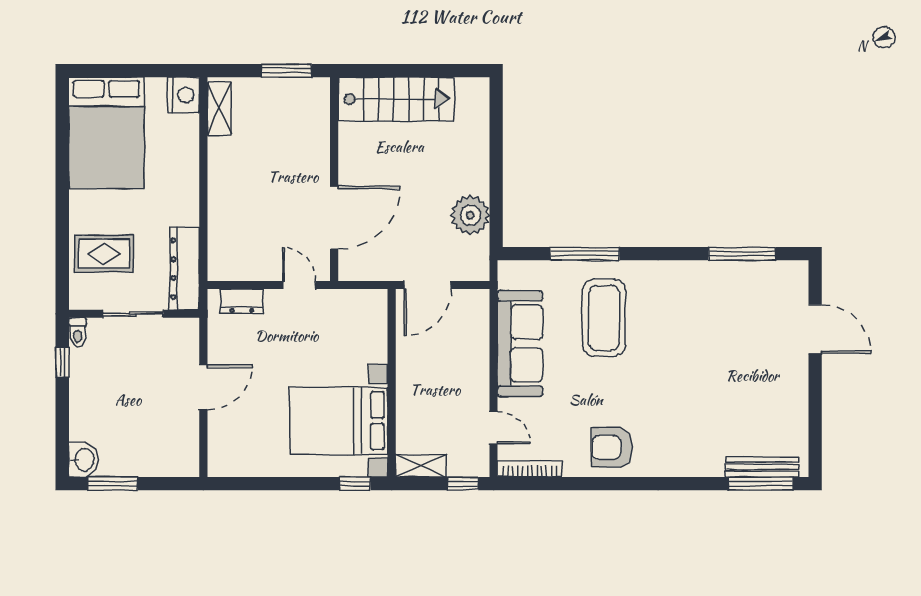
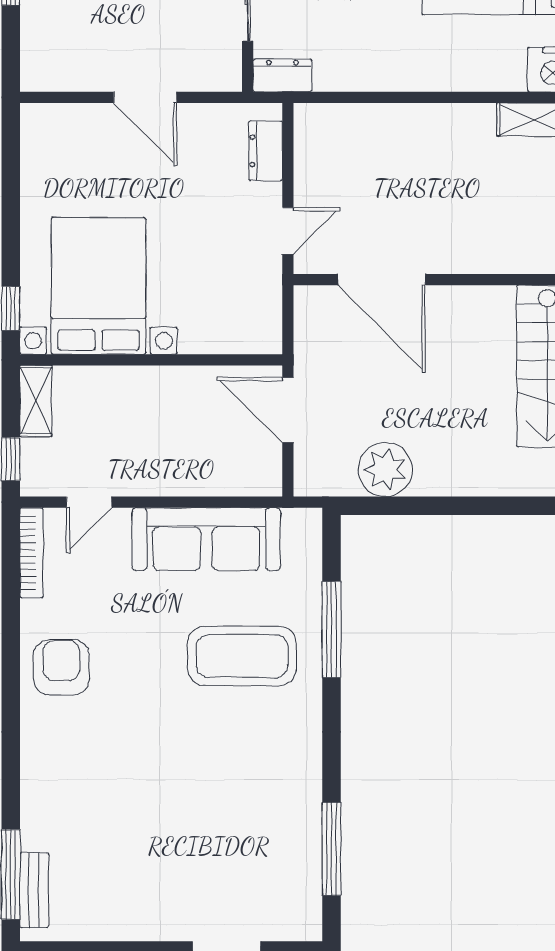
dresser: (185, 269) -> (282, 75), width x0.51, depth x0.80
bench: (762, 467) -> (34, 890), width x0.73

